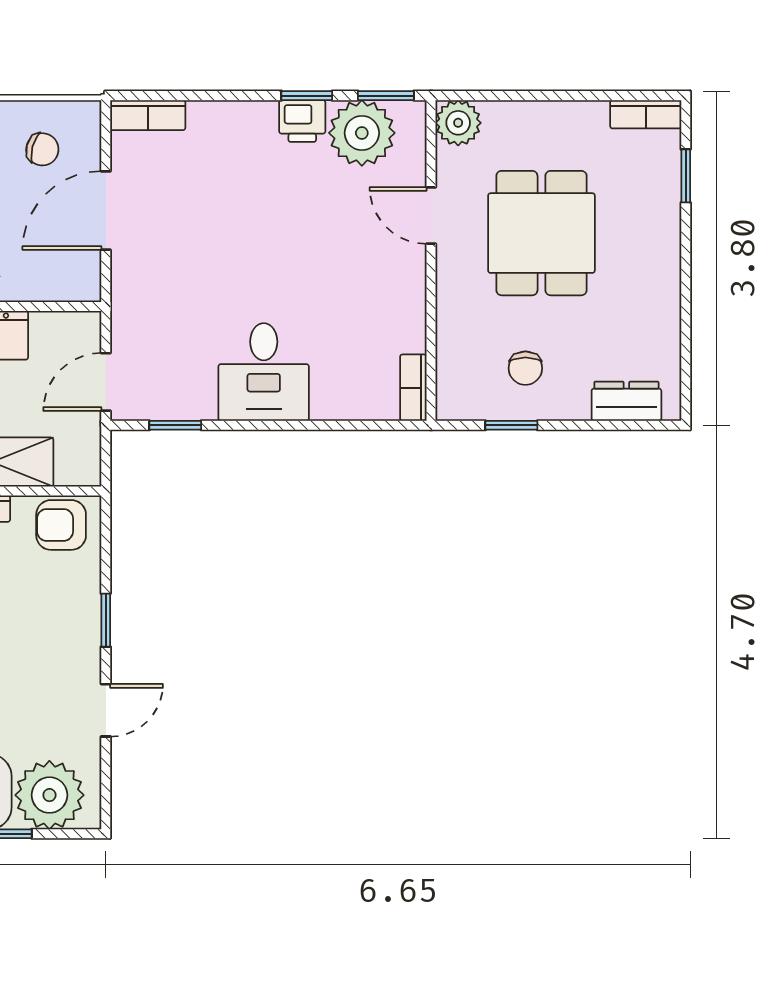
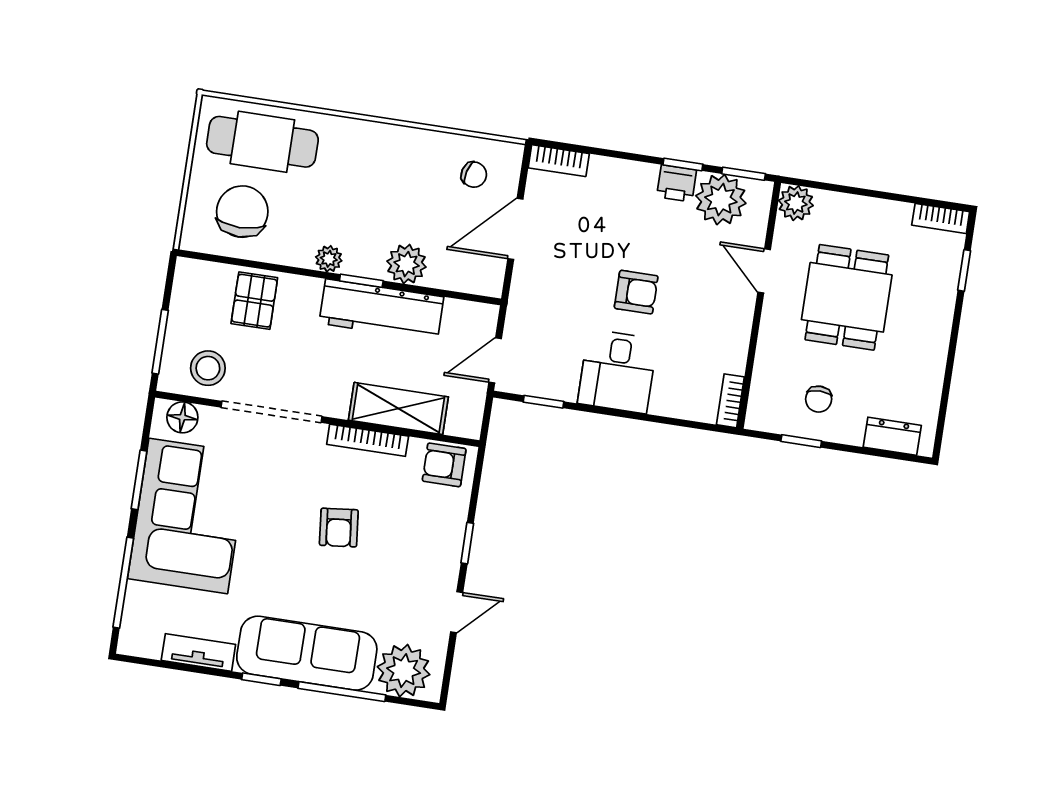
armchair: (272, 267) -> (636, 292), added

